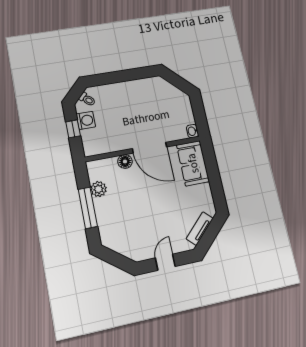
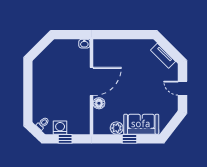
sofa: (193, 163) -> (141, 124), moved, turned 180
window: (88, 208) -> (130, 139), width x0.46

